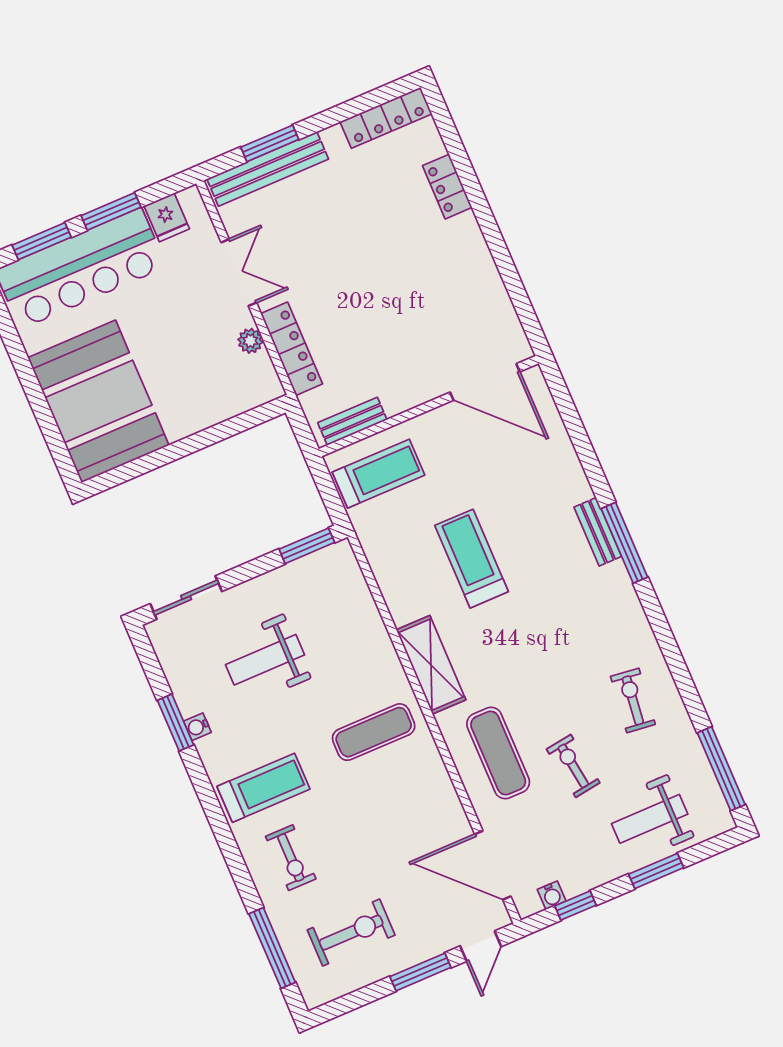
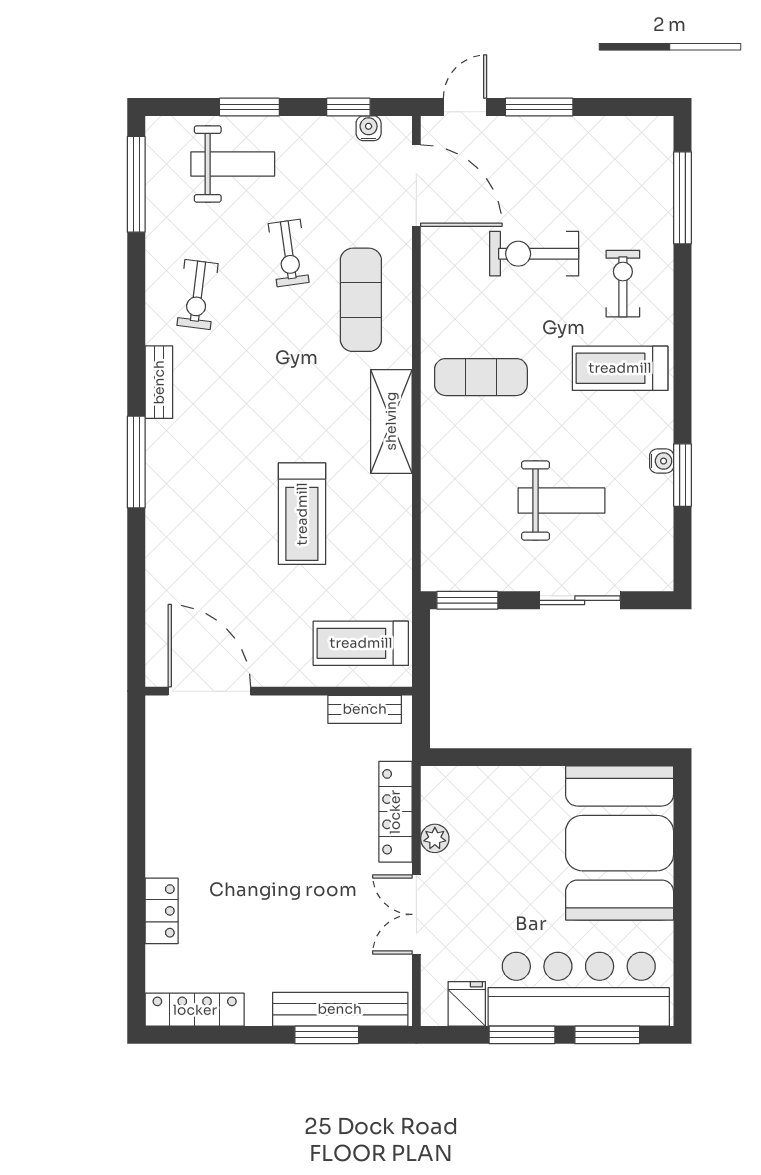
bench: (598, 532) -> (159, 382), moved
sliding door: (186, 598) -> (580, 600), moved
exercise bike: (351, 933) -> (534, 254), moved

